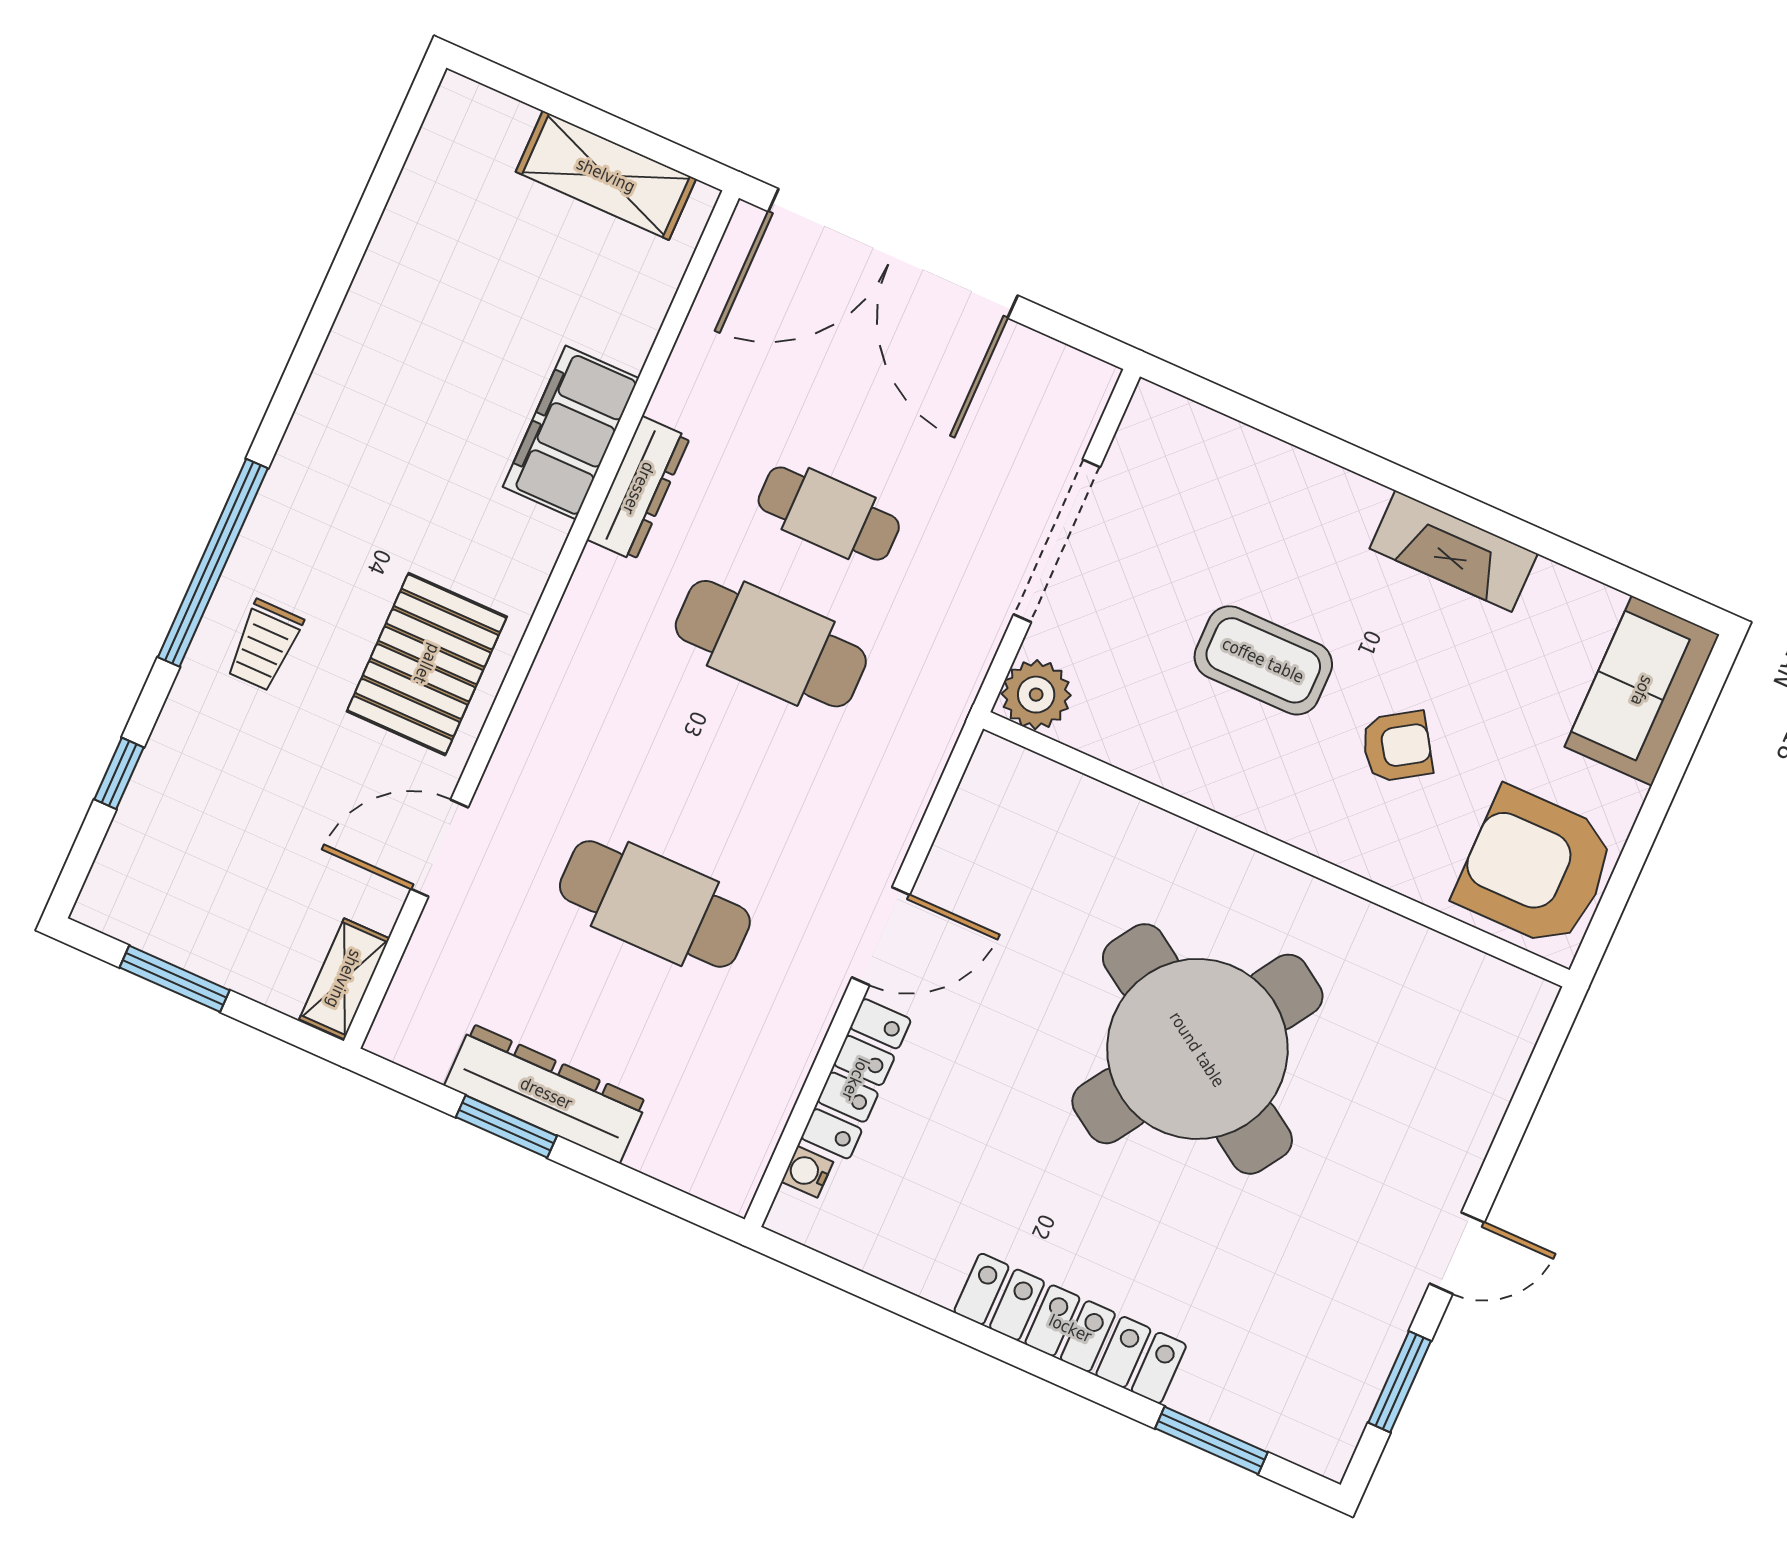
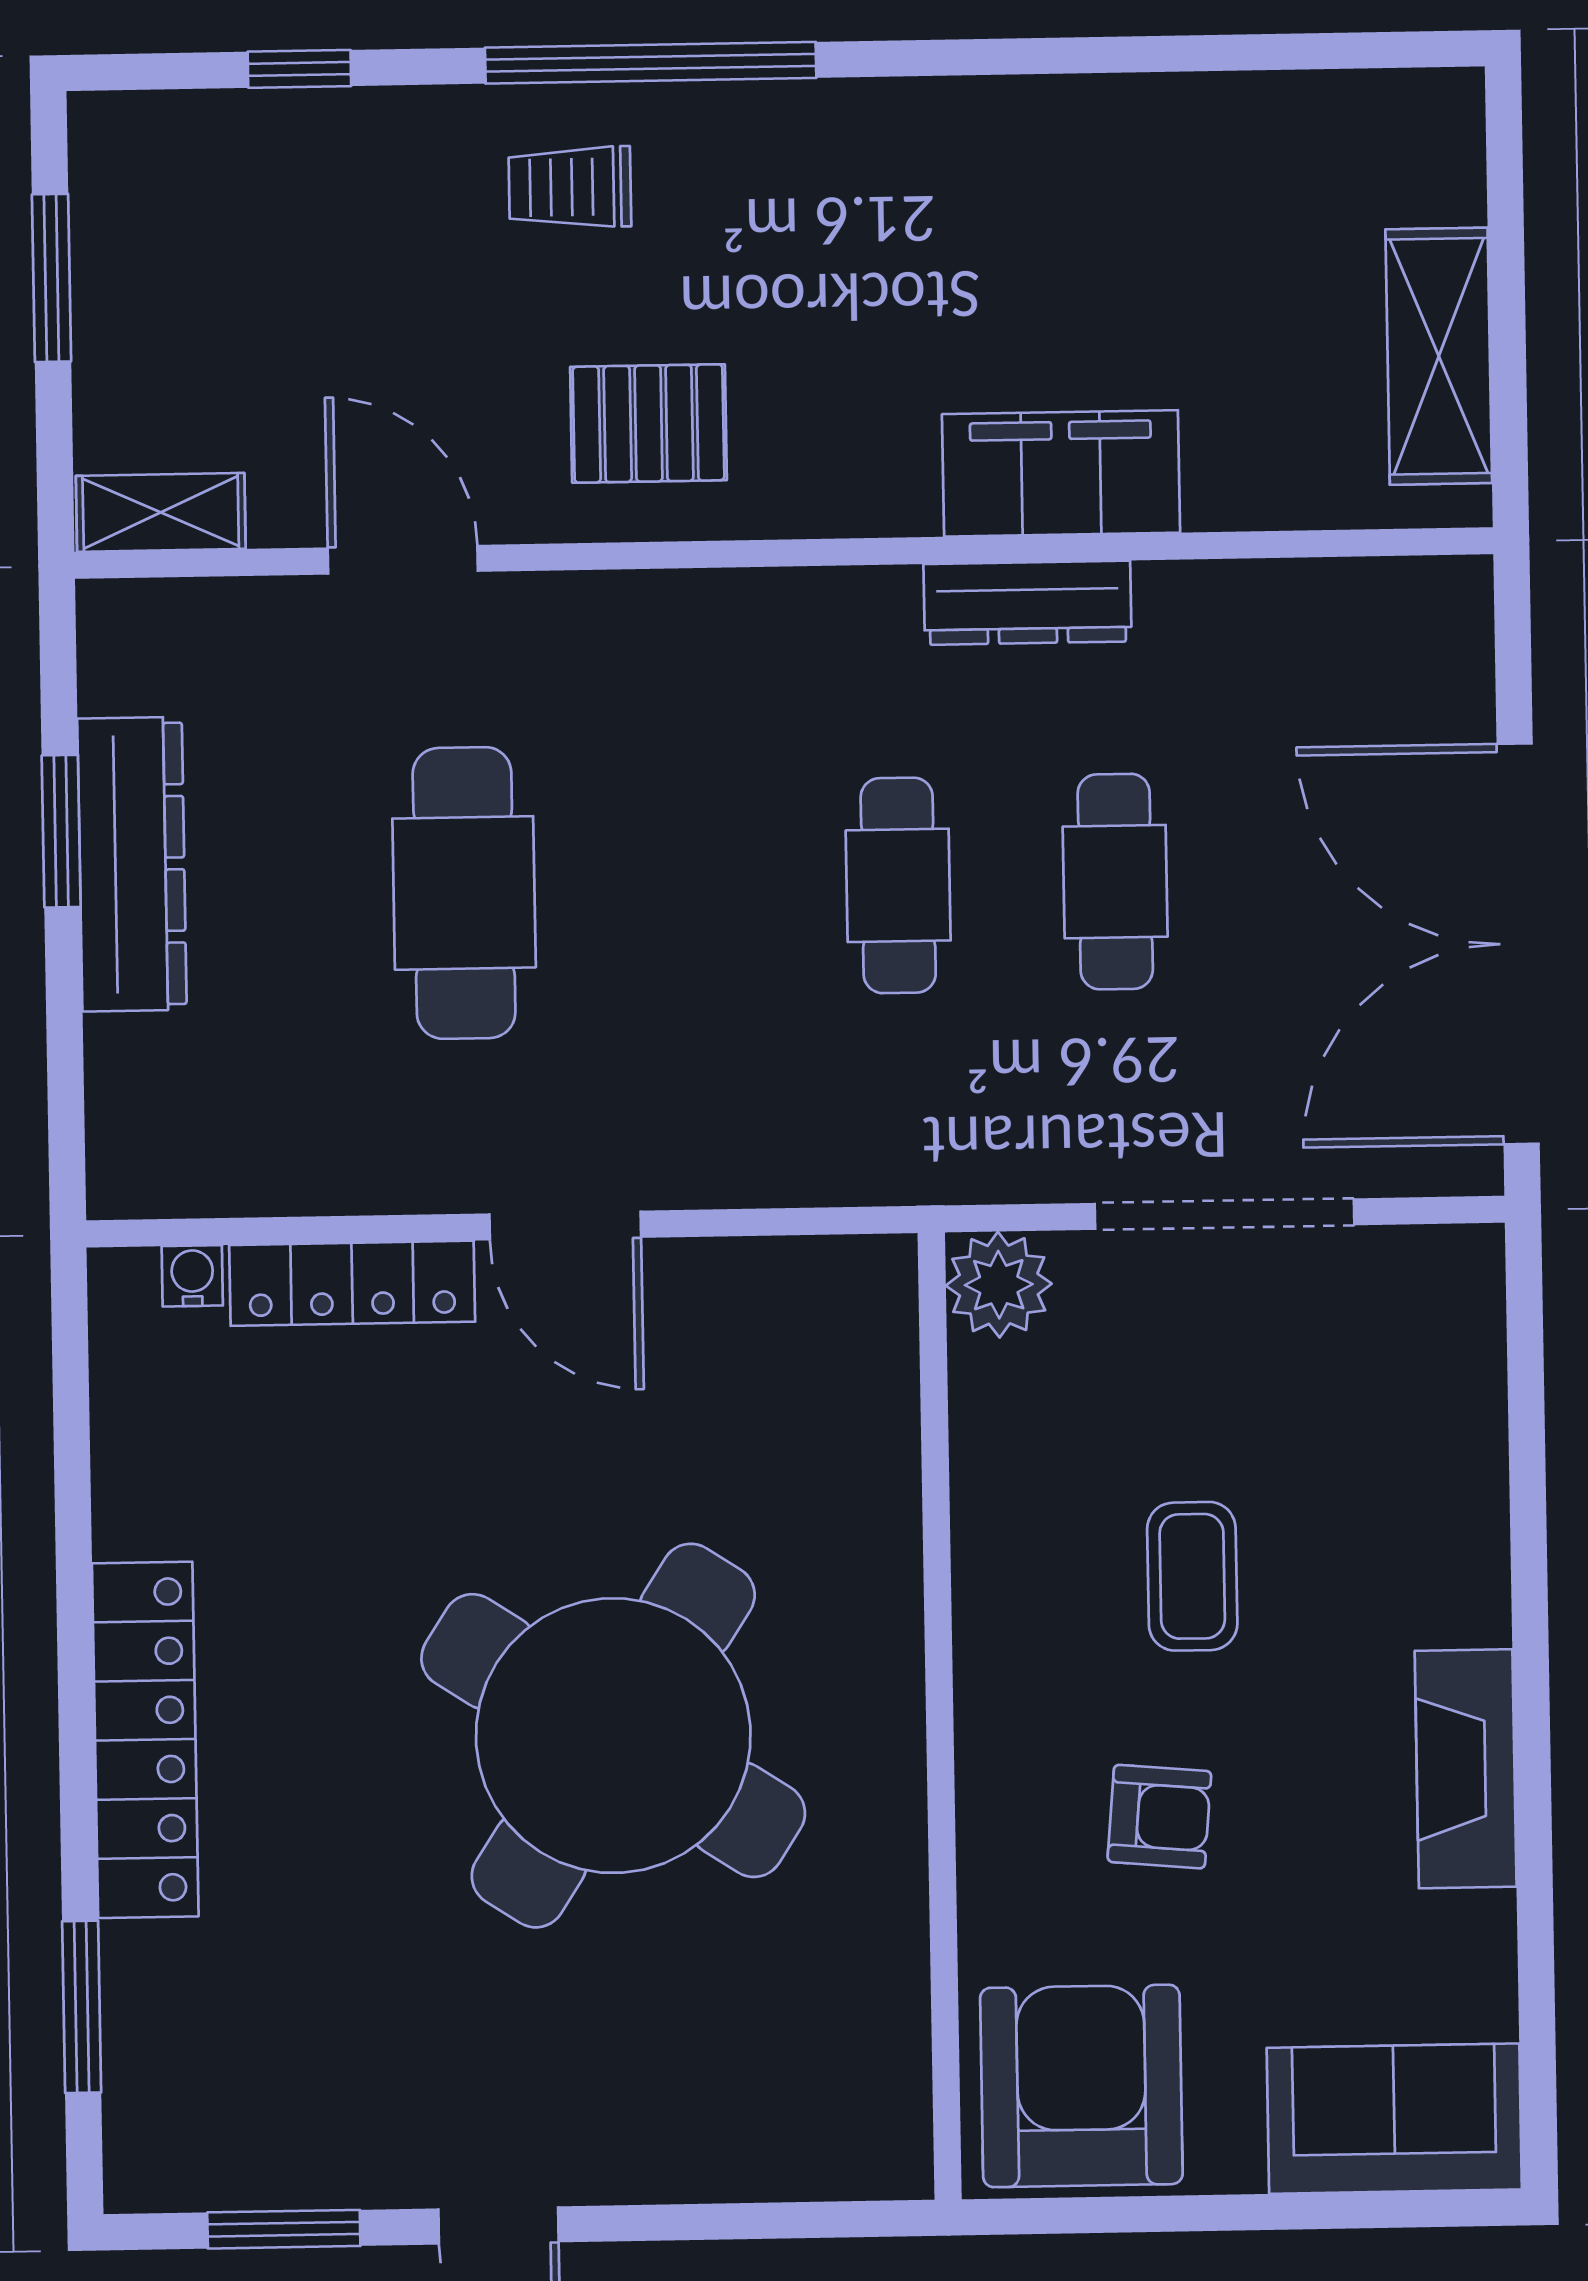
double door: (893, 253) -> (1518, 944), moved
cafe table: (771, 644) -> (898, 885), width x0.73, depth x0.74
coffee table: (1263, 660) -> (1192, 1576), width x0.73, depth x0.77
pallet: (427, 664) -> (649, 424), width x0.67, depth x0.71
armchair: (1397, 747) -> (1159, 1817), turned -52

